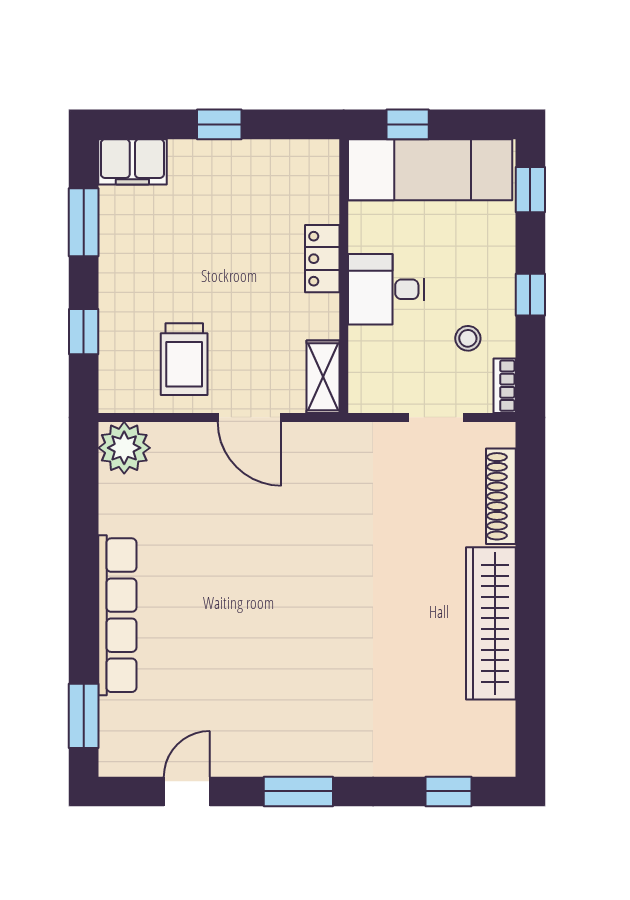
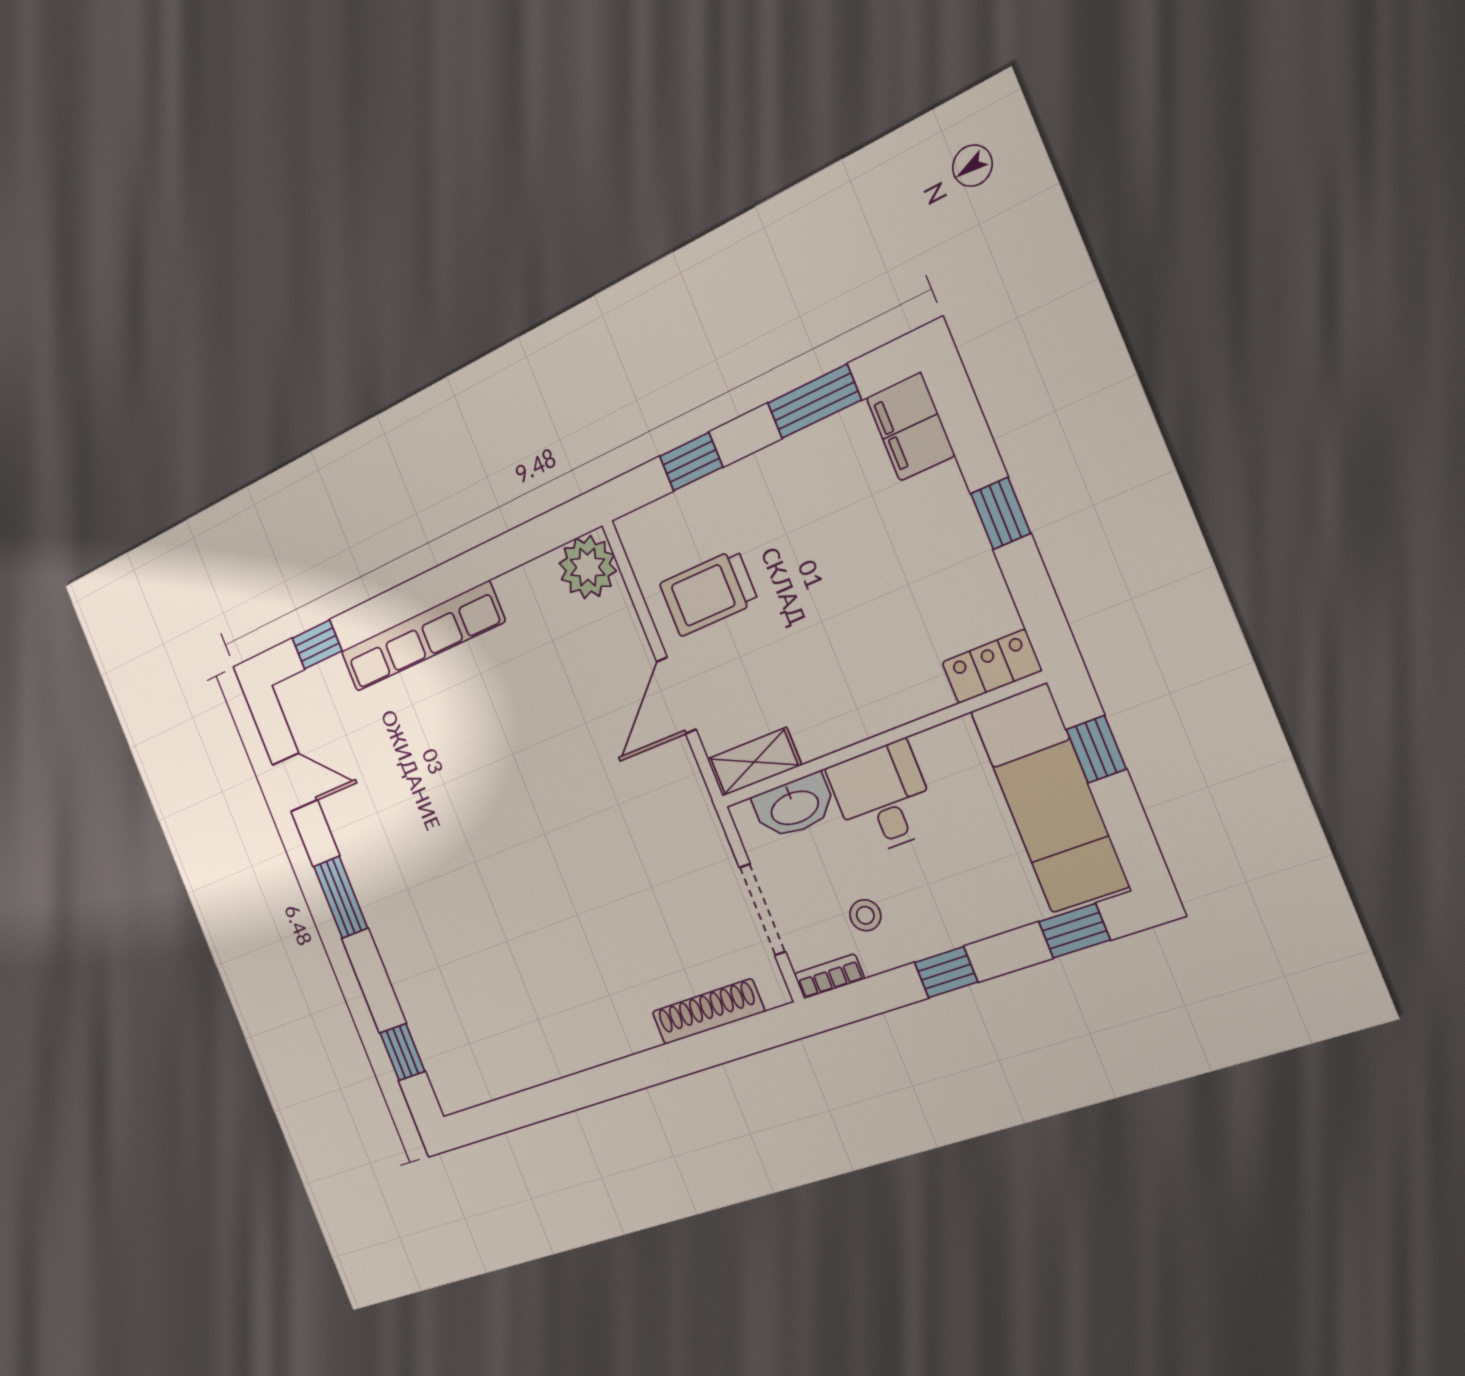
locker: (322, 259) -> (992, 667), moved
washbasin: (368, 359) -> (794, 807), added
doorway: (436, 417) -> (762, 910), width x1.38
wardrobe: (491, 623) -> (576, 1044), removed
window: (84, 716) -> (317, 645), width x0.67

